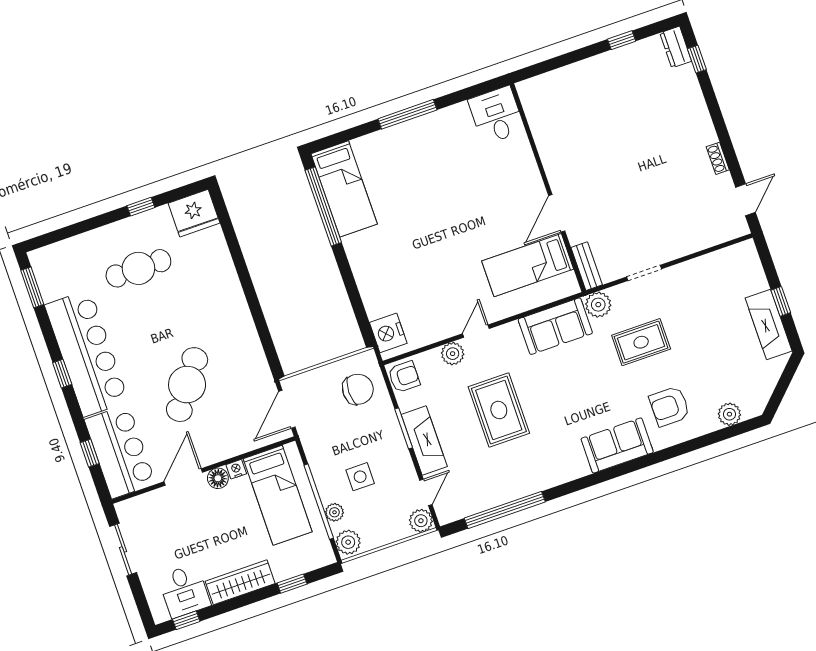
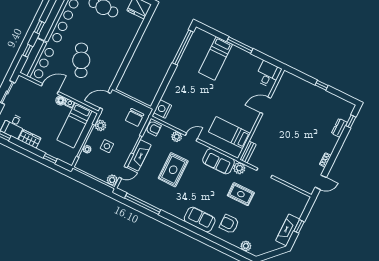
window: (622, 40) -> (322, 85), moved
dresser: (676, 47) -> (339, 128), moved
bed: (344, 189) -> (216, 58), moved
door: (557, 213) -> (265, 105), moved
window: (62, 374) -> (39, 27), moved
cafe table: (187, 385) -> (81, 60), turned -61
chair: (358, 389) -> (135, 117), turned 90
plant: (348, 542) -> (100, 125), moved
wardrobe: (240, 582) -> (30, 139), width x0.67

